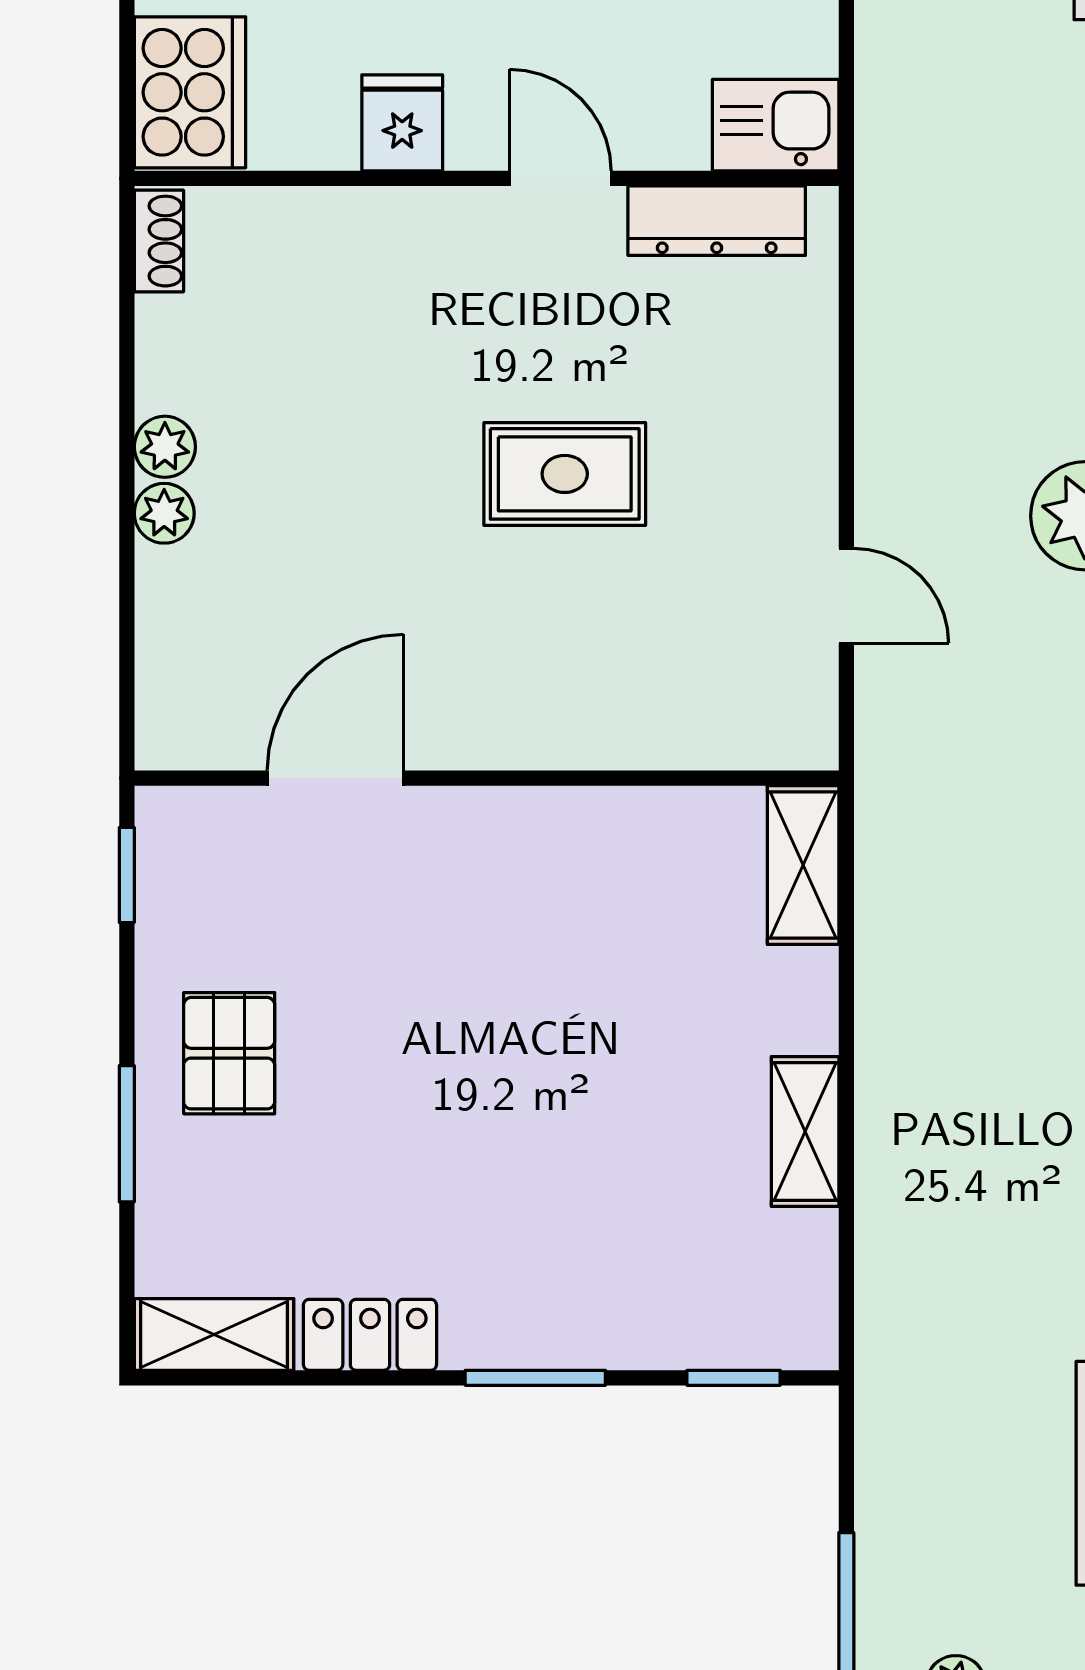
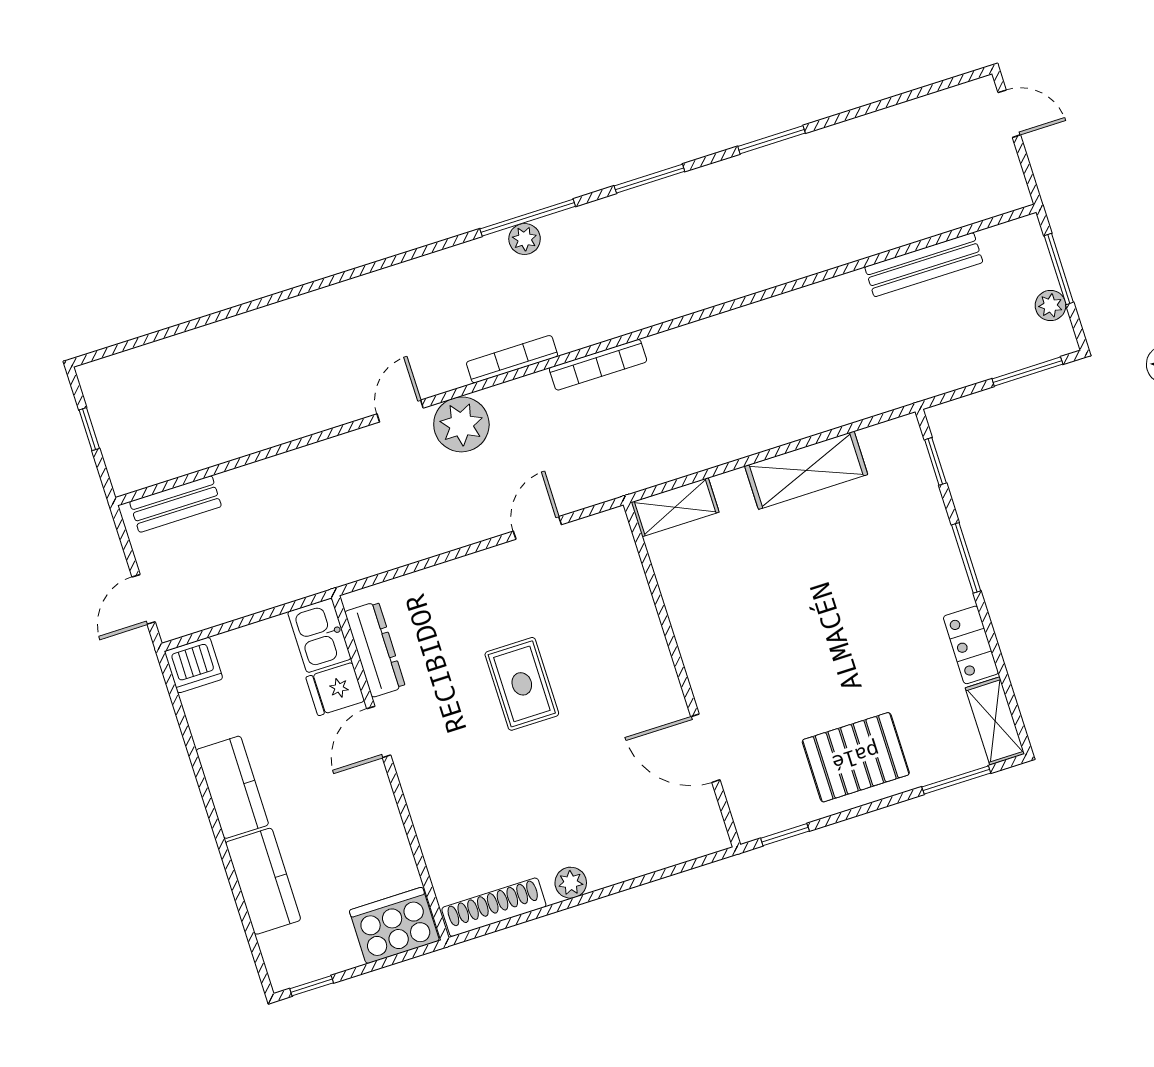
fridge: (402, 123) -> (335, 689), moved
shoe rack: (159, 241) -> (494, 907), width x1.94, depth x1.24
plant: (164, 513) -> (603, 873), removed
pallet: (229, 1053) -> (856, 757), width x1.50, depth x1.42
shelving: (805, 1132) -> (806, 470), width x1.50, depth x1.33
window: (127, 1134) -> (956, 780), moved

